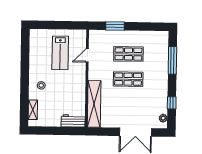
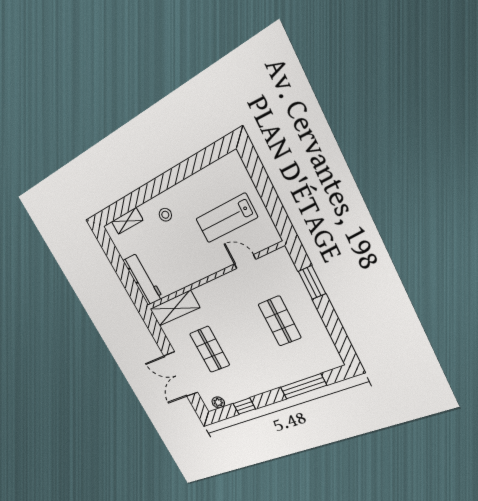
shop shelf: (128, 79) -> (210, 349), moved
shelving: (94, 104) -> (175, 308), width x0.68
workbench: (73, 121) -> (143, 279), width x1.38

